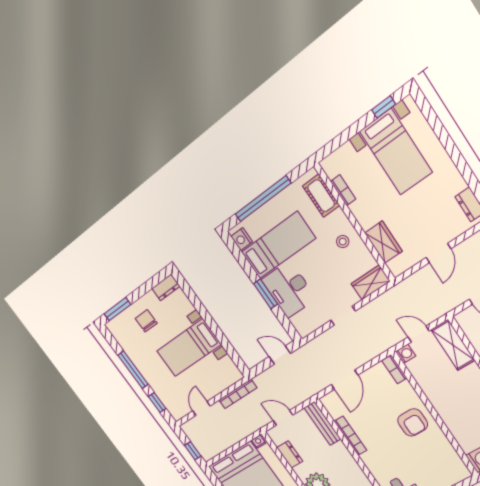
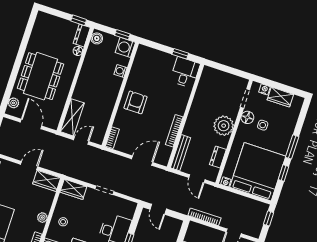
plant: (366, 221) -> (42, 218), added
wardrobe: (383, 242) -> (47, 181), moved, turned -90
door: (419, 334) -> (81, 141), swing flipped
washing machine: (406, 354) -> (120, 71), moved

